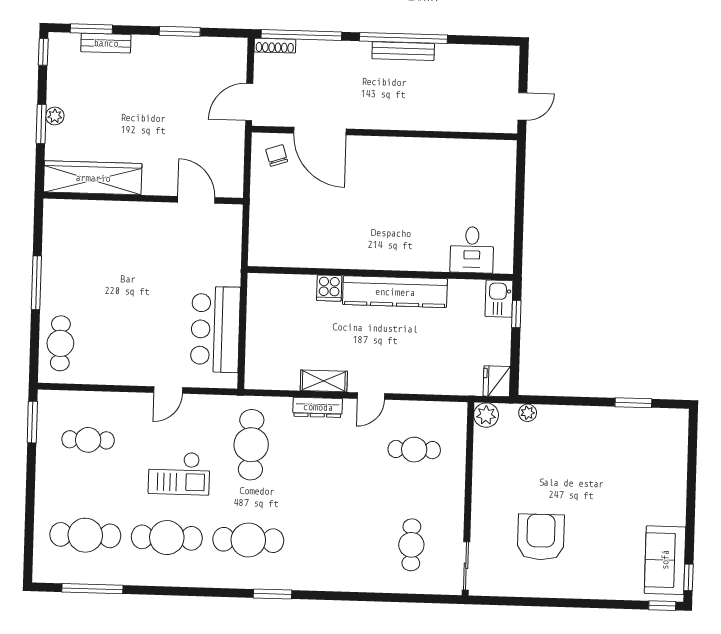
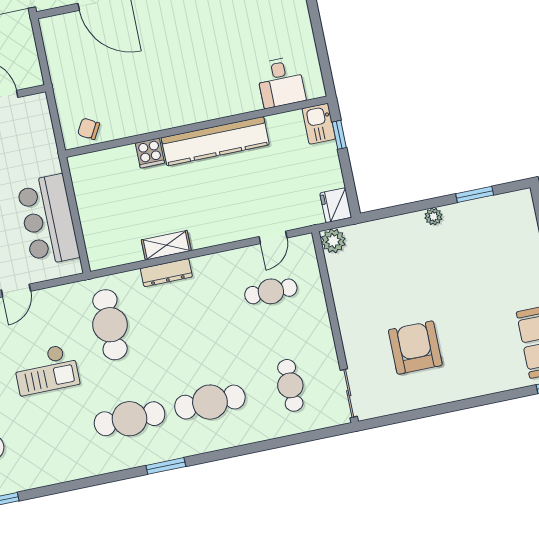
chair: (277, 155) -> (89, 129), moved, turned -43
door: (371, 396) -> (273, 237), moved
plant: (528, 413) -> (433, 216), moved
cafe table: (167, 538) -> (210, 402), moved

